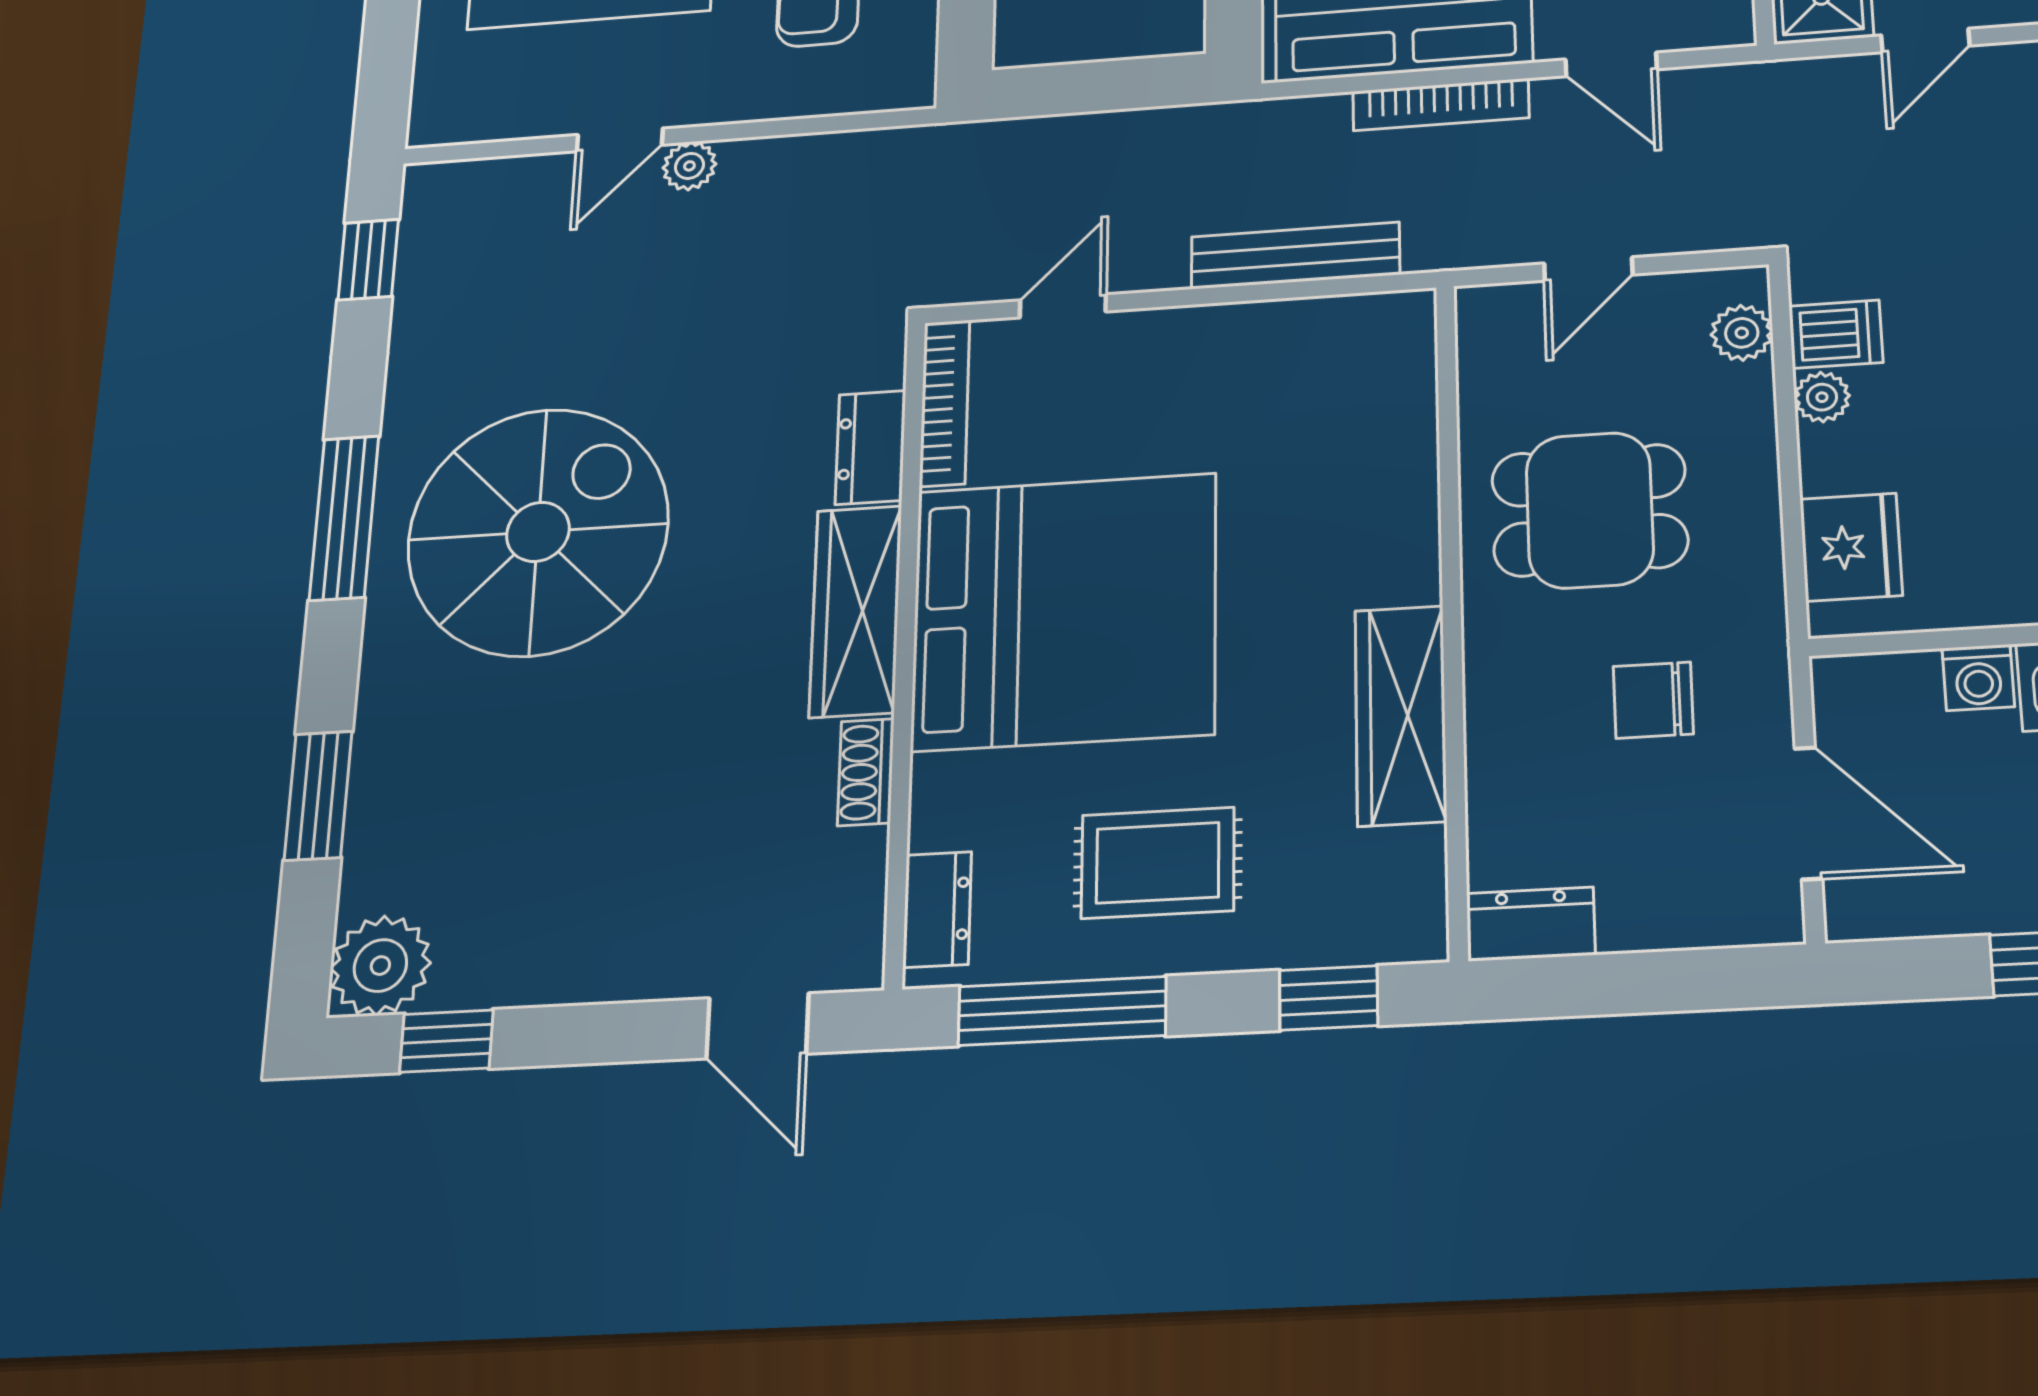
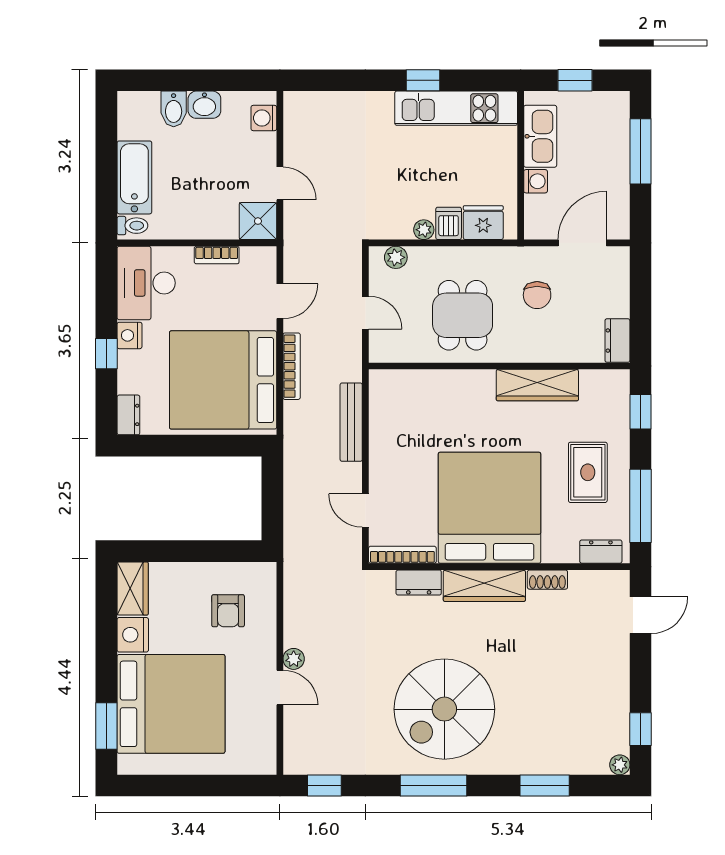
dishwasher: (1836, 334) -> (449, 223), moved
spiral stairs: (538, 532) -> (444, 709), turned -90
plant: (380, 966) -> (620, 765), width x0.53, depth x0.53

